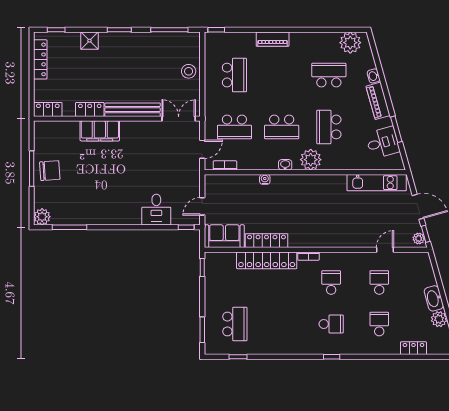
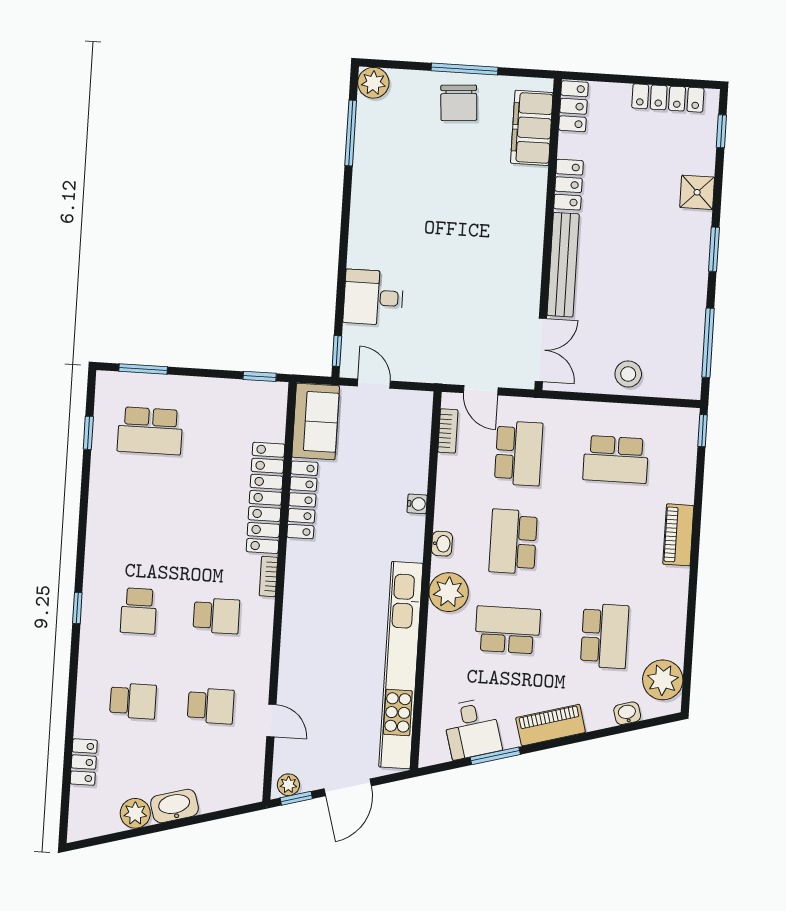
washbasin: (374, 76) -> (627, 713), moved
school desk: (234, 127) -> (519, 453), turned 180
filing cabinet: (100, 131) -> (532, 128), moved
kitchen unit: (377, 183) -> (401, 665), width x1.86

